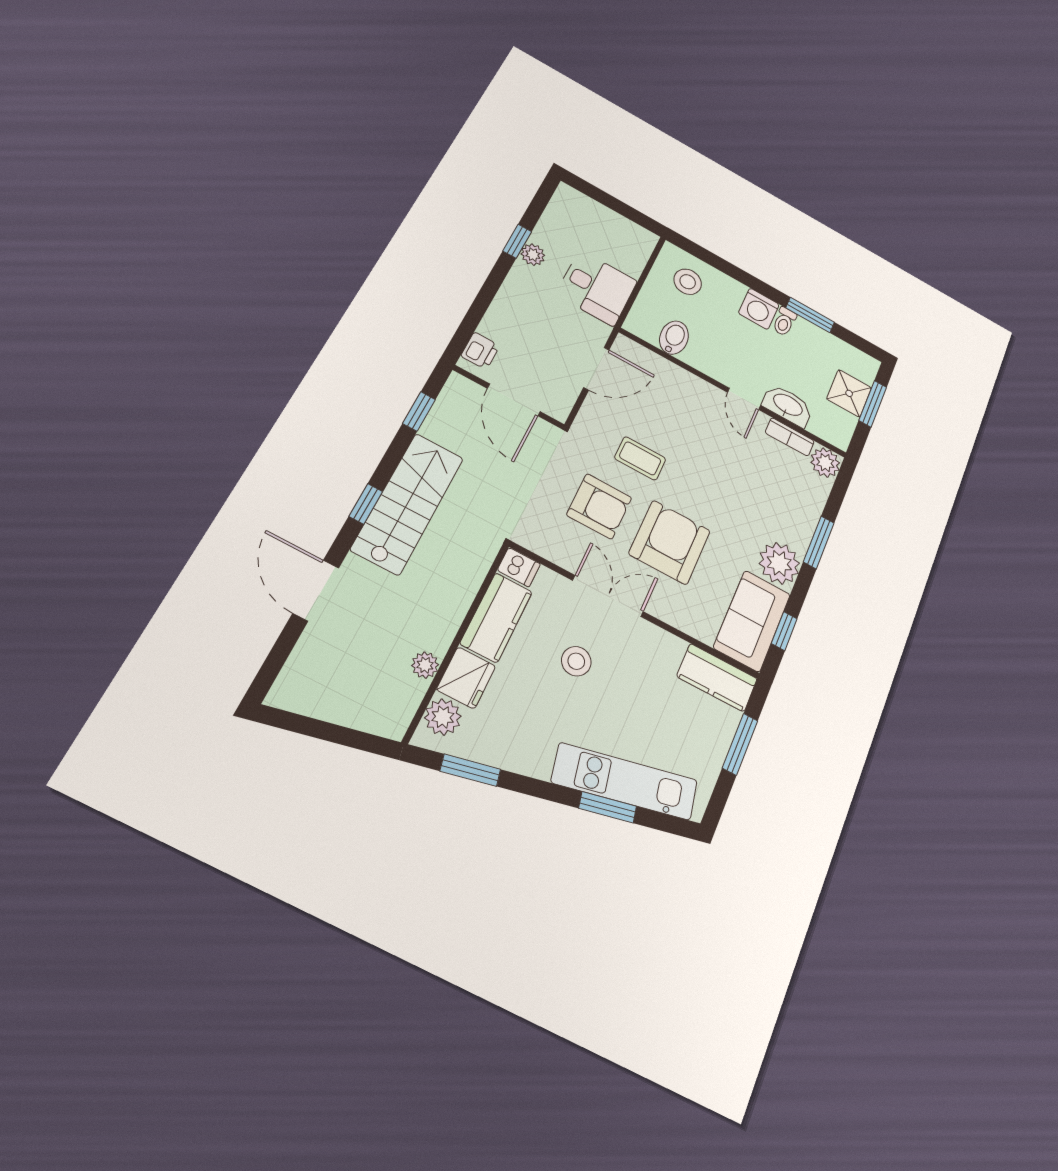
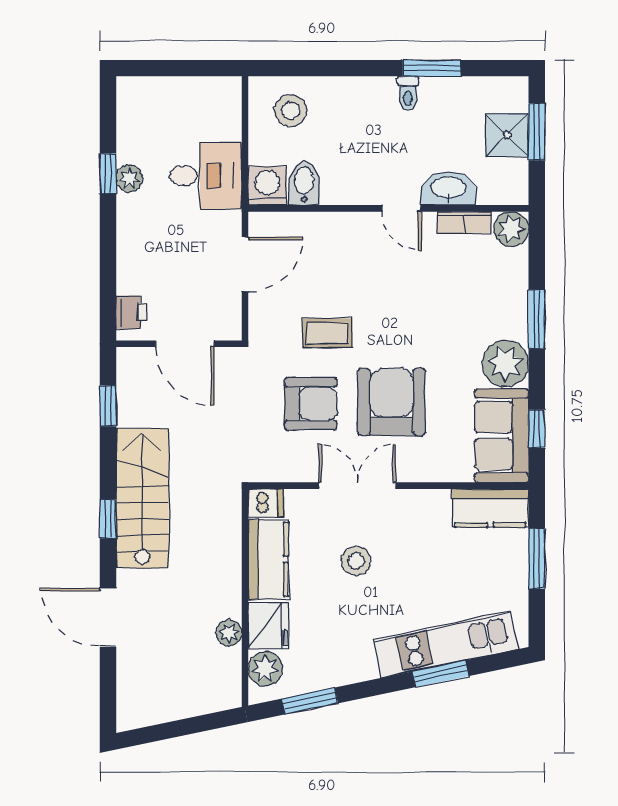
washing machine: (759, 309) -> (267, 186), moved, turned 180

